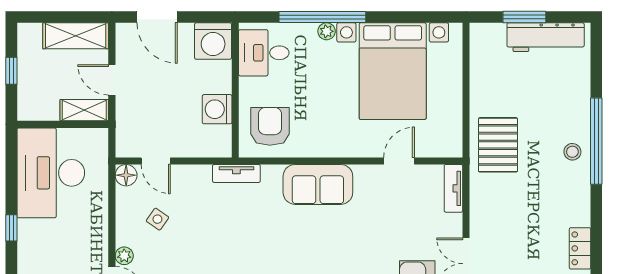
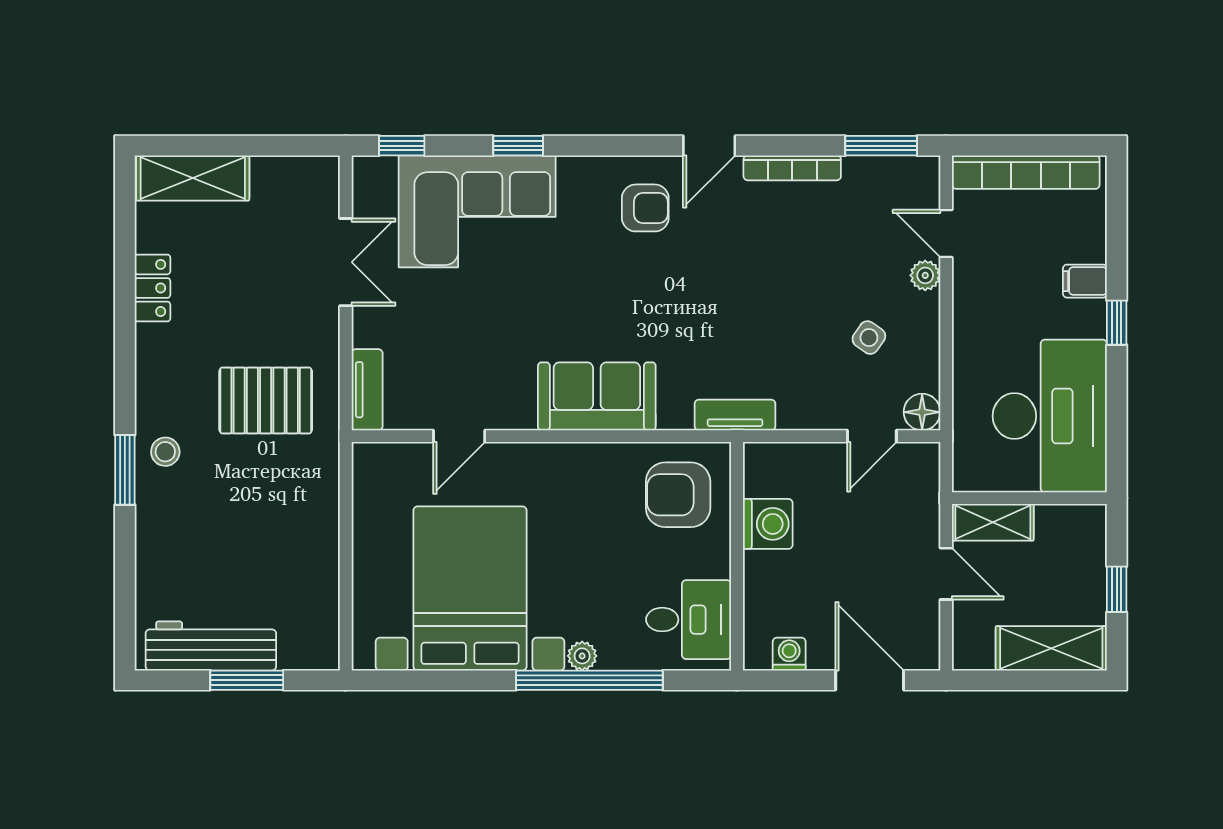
shelving: (76, 36) -> (1051, 648), moved
washing machine: (213, 41) -> (789, 654), width x0.53, depth x0.53
armchair: (270, 126) -> (678, 495), turned 90
window: (596, 141) -> (125, 470), width x0.47
pallet: (498, 145) -> (266, 400), moved, turned 90
door: (156, 161) -> (872, 436), swing flipped
filing cabinet: (30, 252) -> (1085, 281), added

